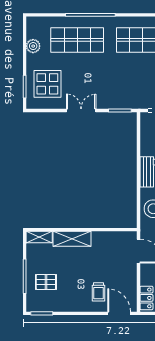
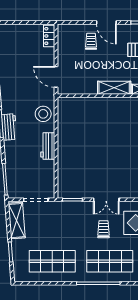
trolley: (84, 77) -> (103, 229), added
door: (119, 313) -> (106, 22), moved

